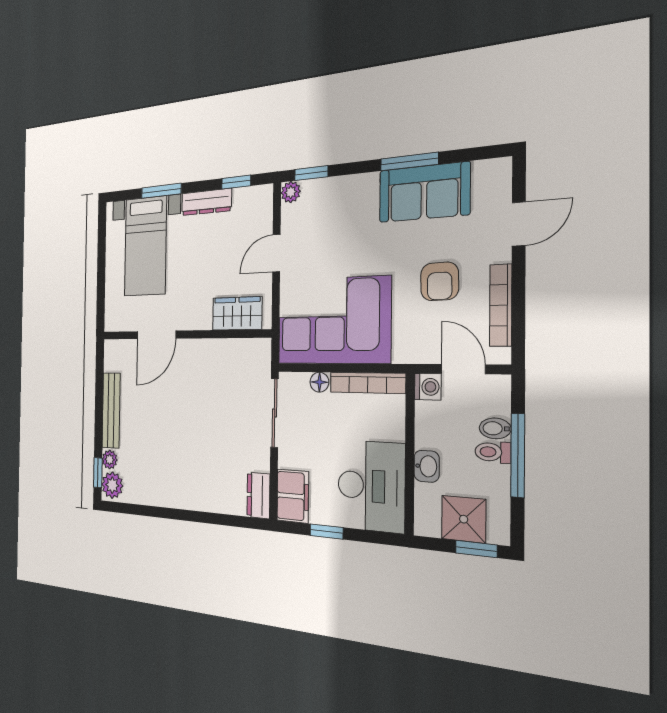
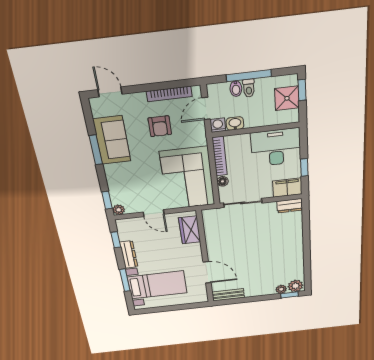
door: (519, 224) -> (110, 92), moved
armchair: (440, 281) -> (160, 126), turned 91
bench: (111, 410) -> (228, 295), moved, width x0.73
washbasin: (427, 466) -> (235, 123), moved

